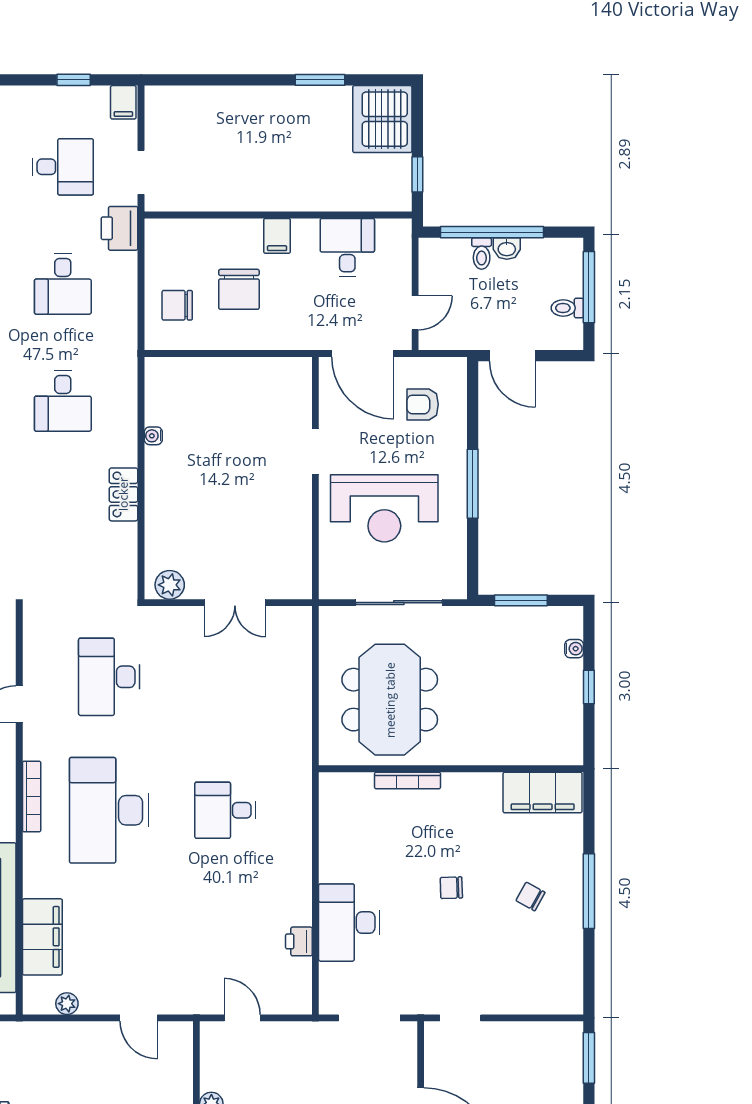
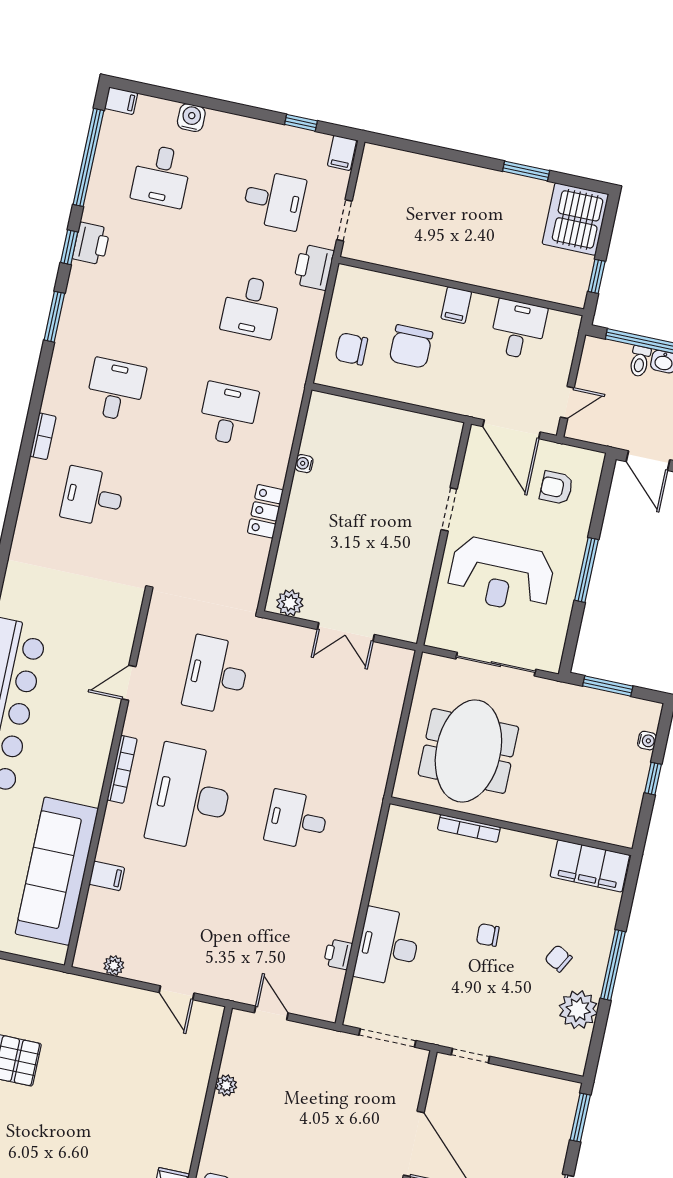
desk: (63, 401) -> (228, 414), turned 180
filing cabinet: (42, 937) -> (107, 876), width x0.33, depth x0.86
plant: (563, 946) -> (578, 1010), added

